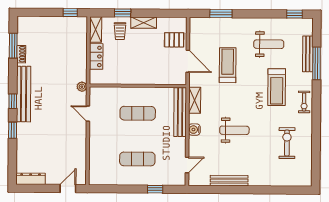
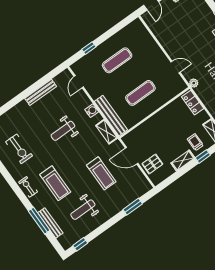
locker: (96, 56) -> (193, 103), moved
treadmill: (277, 87) -> (55, 183), turned 180

